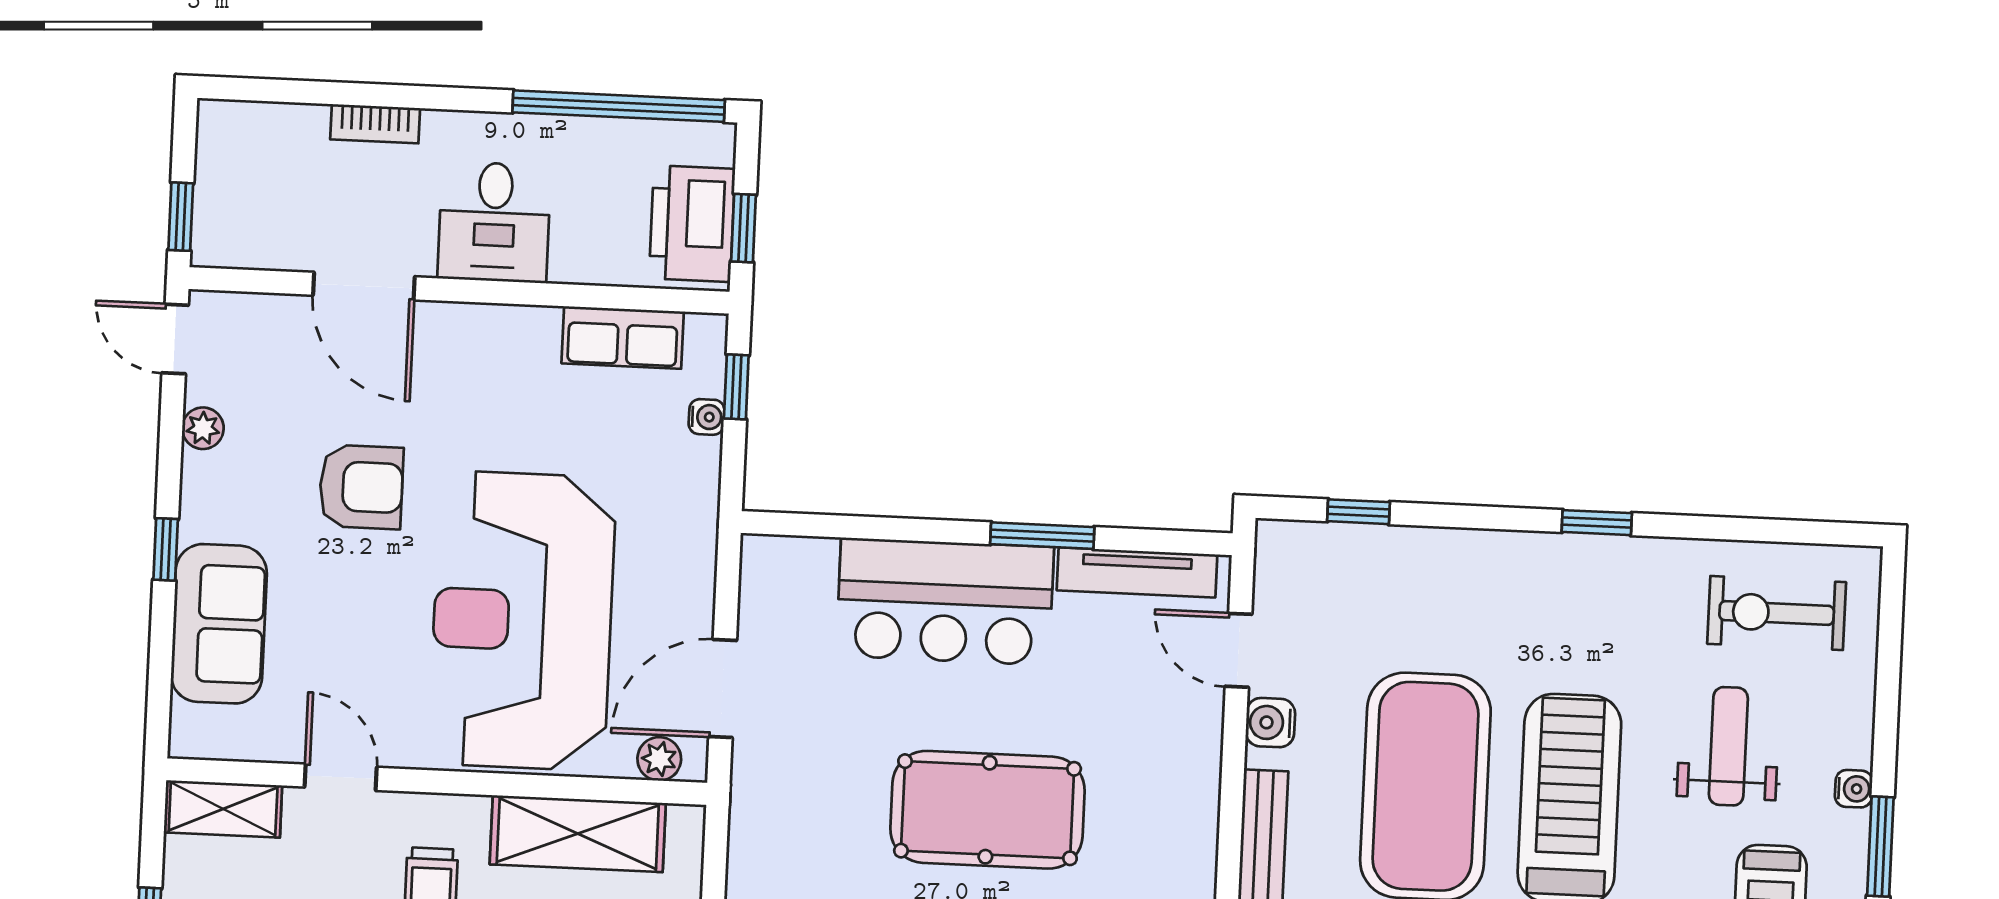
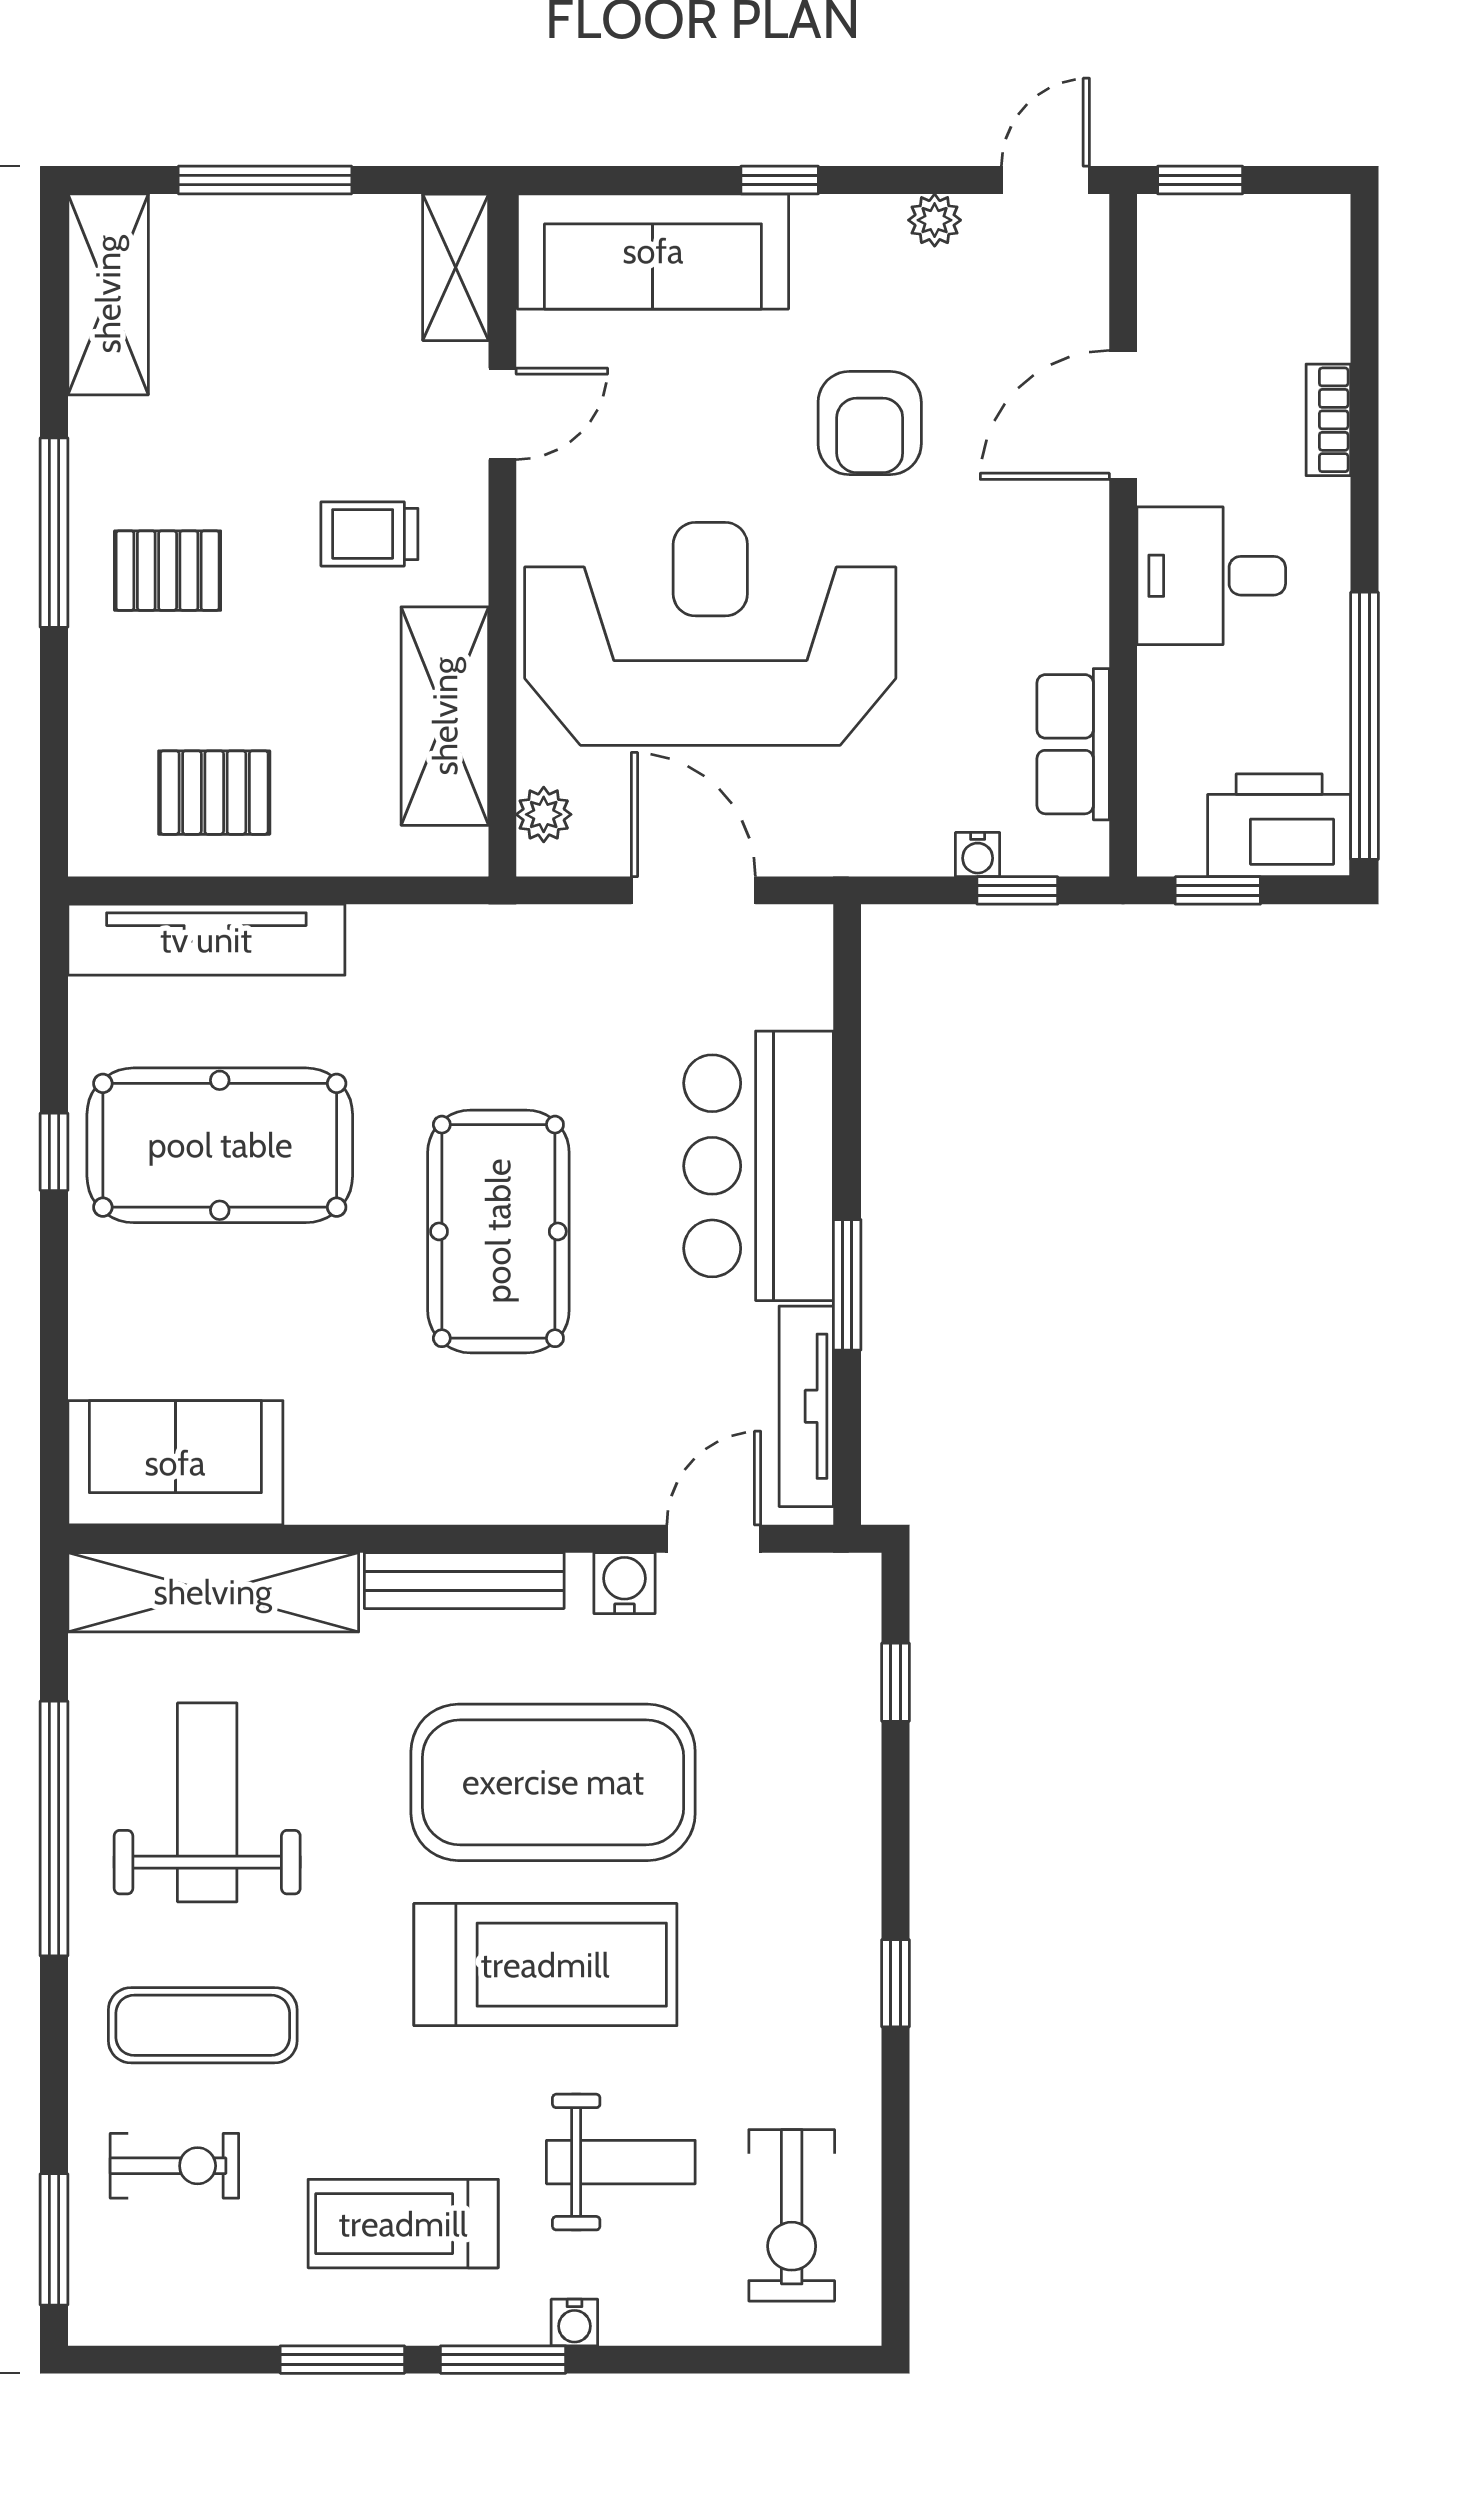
printer: (692, 224) -> (1279, 825), moved
exercise bike: (1777, 613) -> (792, 2215), turned 180
sofa: (219, 624) -> (653, 251), width x1.36
door: (723, 689) -> (693, 890), moved

